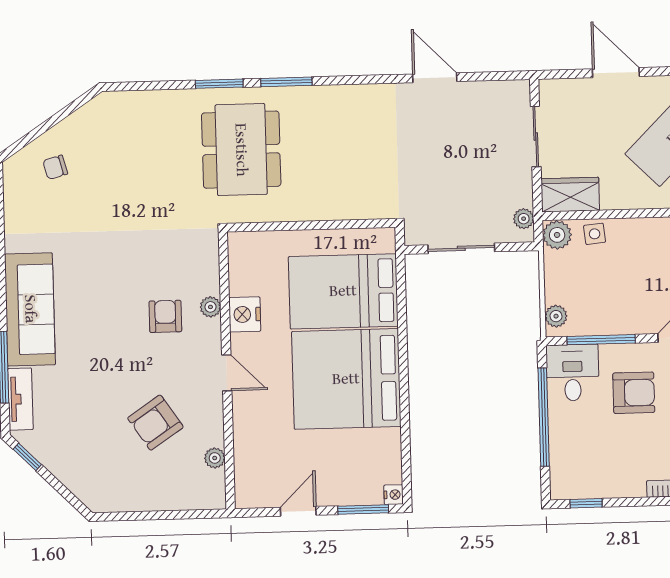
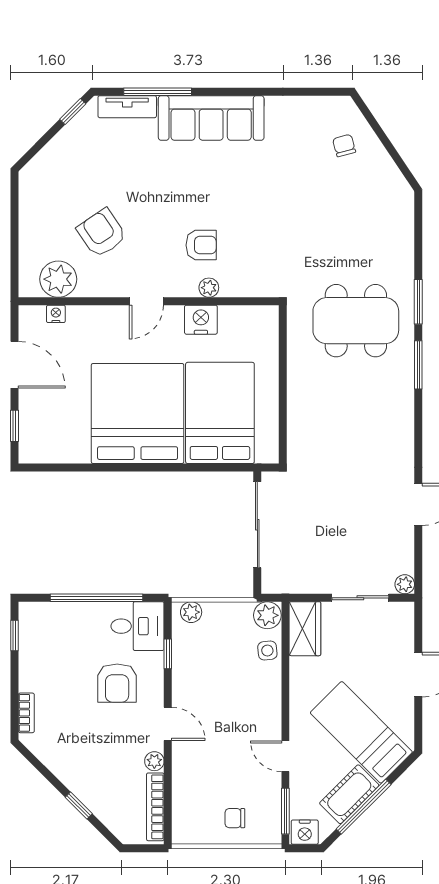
plant: (524, 219) -> (405, 584), moved
sliding door: (461, 248) -> (257, 525), width x1.37
window: (601, 340) -> (168, 654), width x0.46
plant: (215, 458) -> (58, 279), width x1.88, depth x1.88
nightstand: (394, 495) -> (56, 314), moved, turned 180
window: (363, 509) -> (14, 426), width x0.67
door: (298, 511) -> (14, 365), width x1.38

